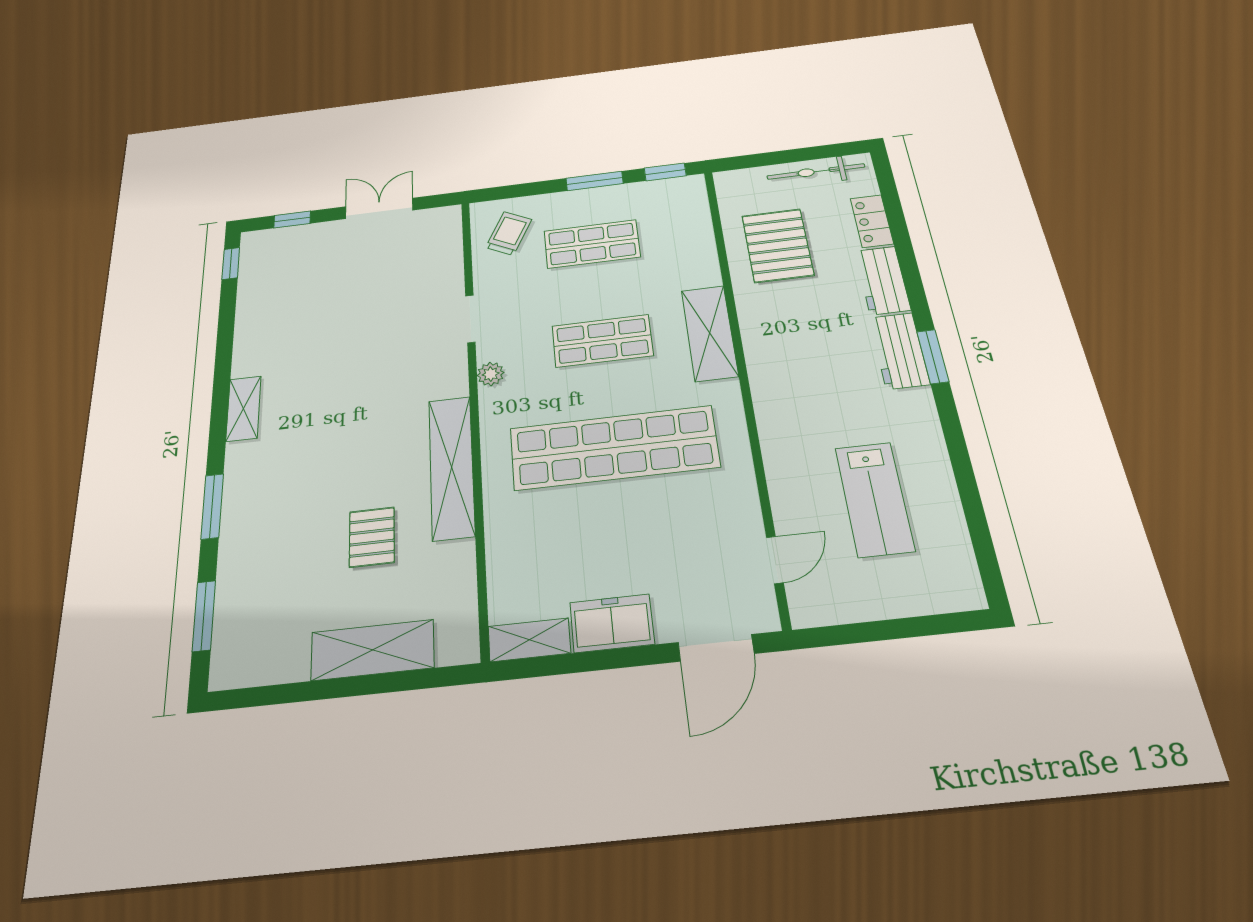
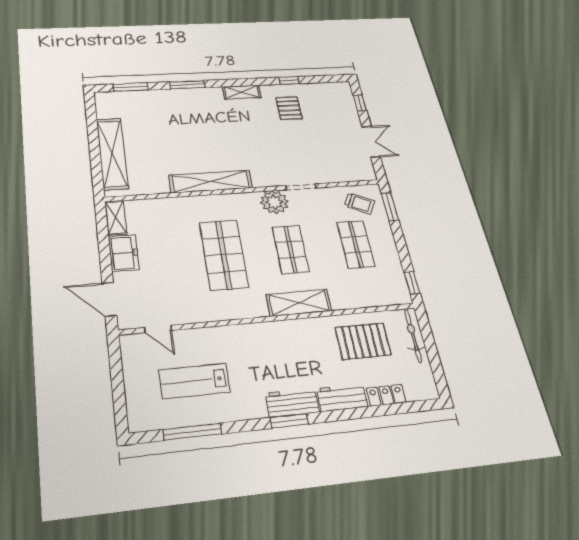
bicycle: (816, 171) -> (413, 335), moved
window: (595, 181) -> (390, 207), moved
window: (231, 264) -> (289, 80), moved
plant: (491, 374) -> (274, 202), width x1.87, depth x1.87
shop shelf: (614, 448) -> (224, 255), width x0.71
window: (972, 503) -> (192, 432), added
pallet: (372, 537) -> (289, 108), moved, turned 90
shelving: (372, 650) -> (112, 154), width x1.47

